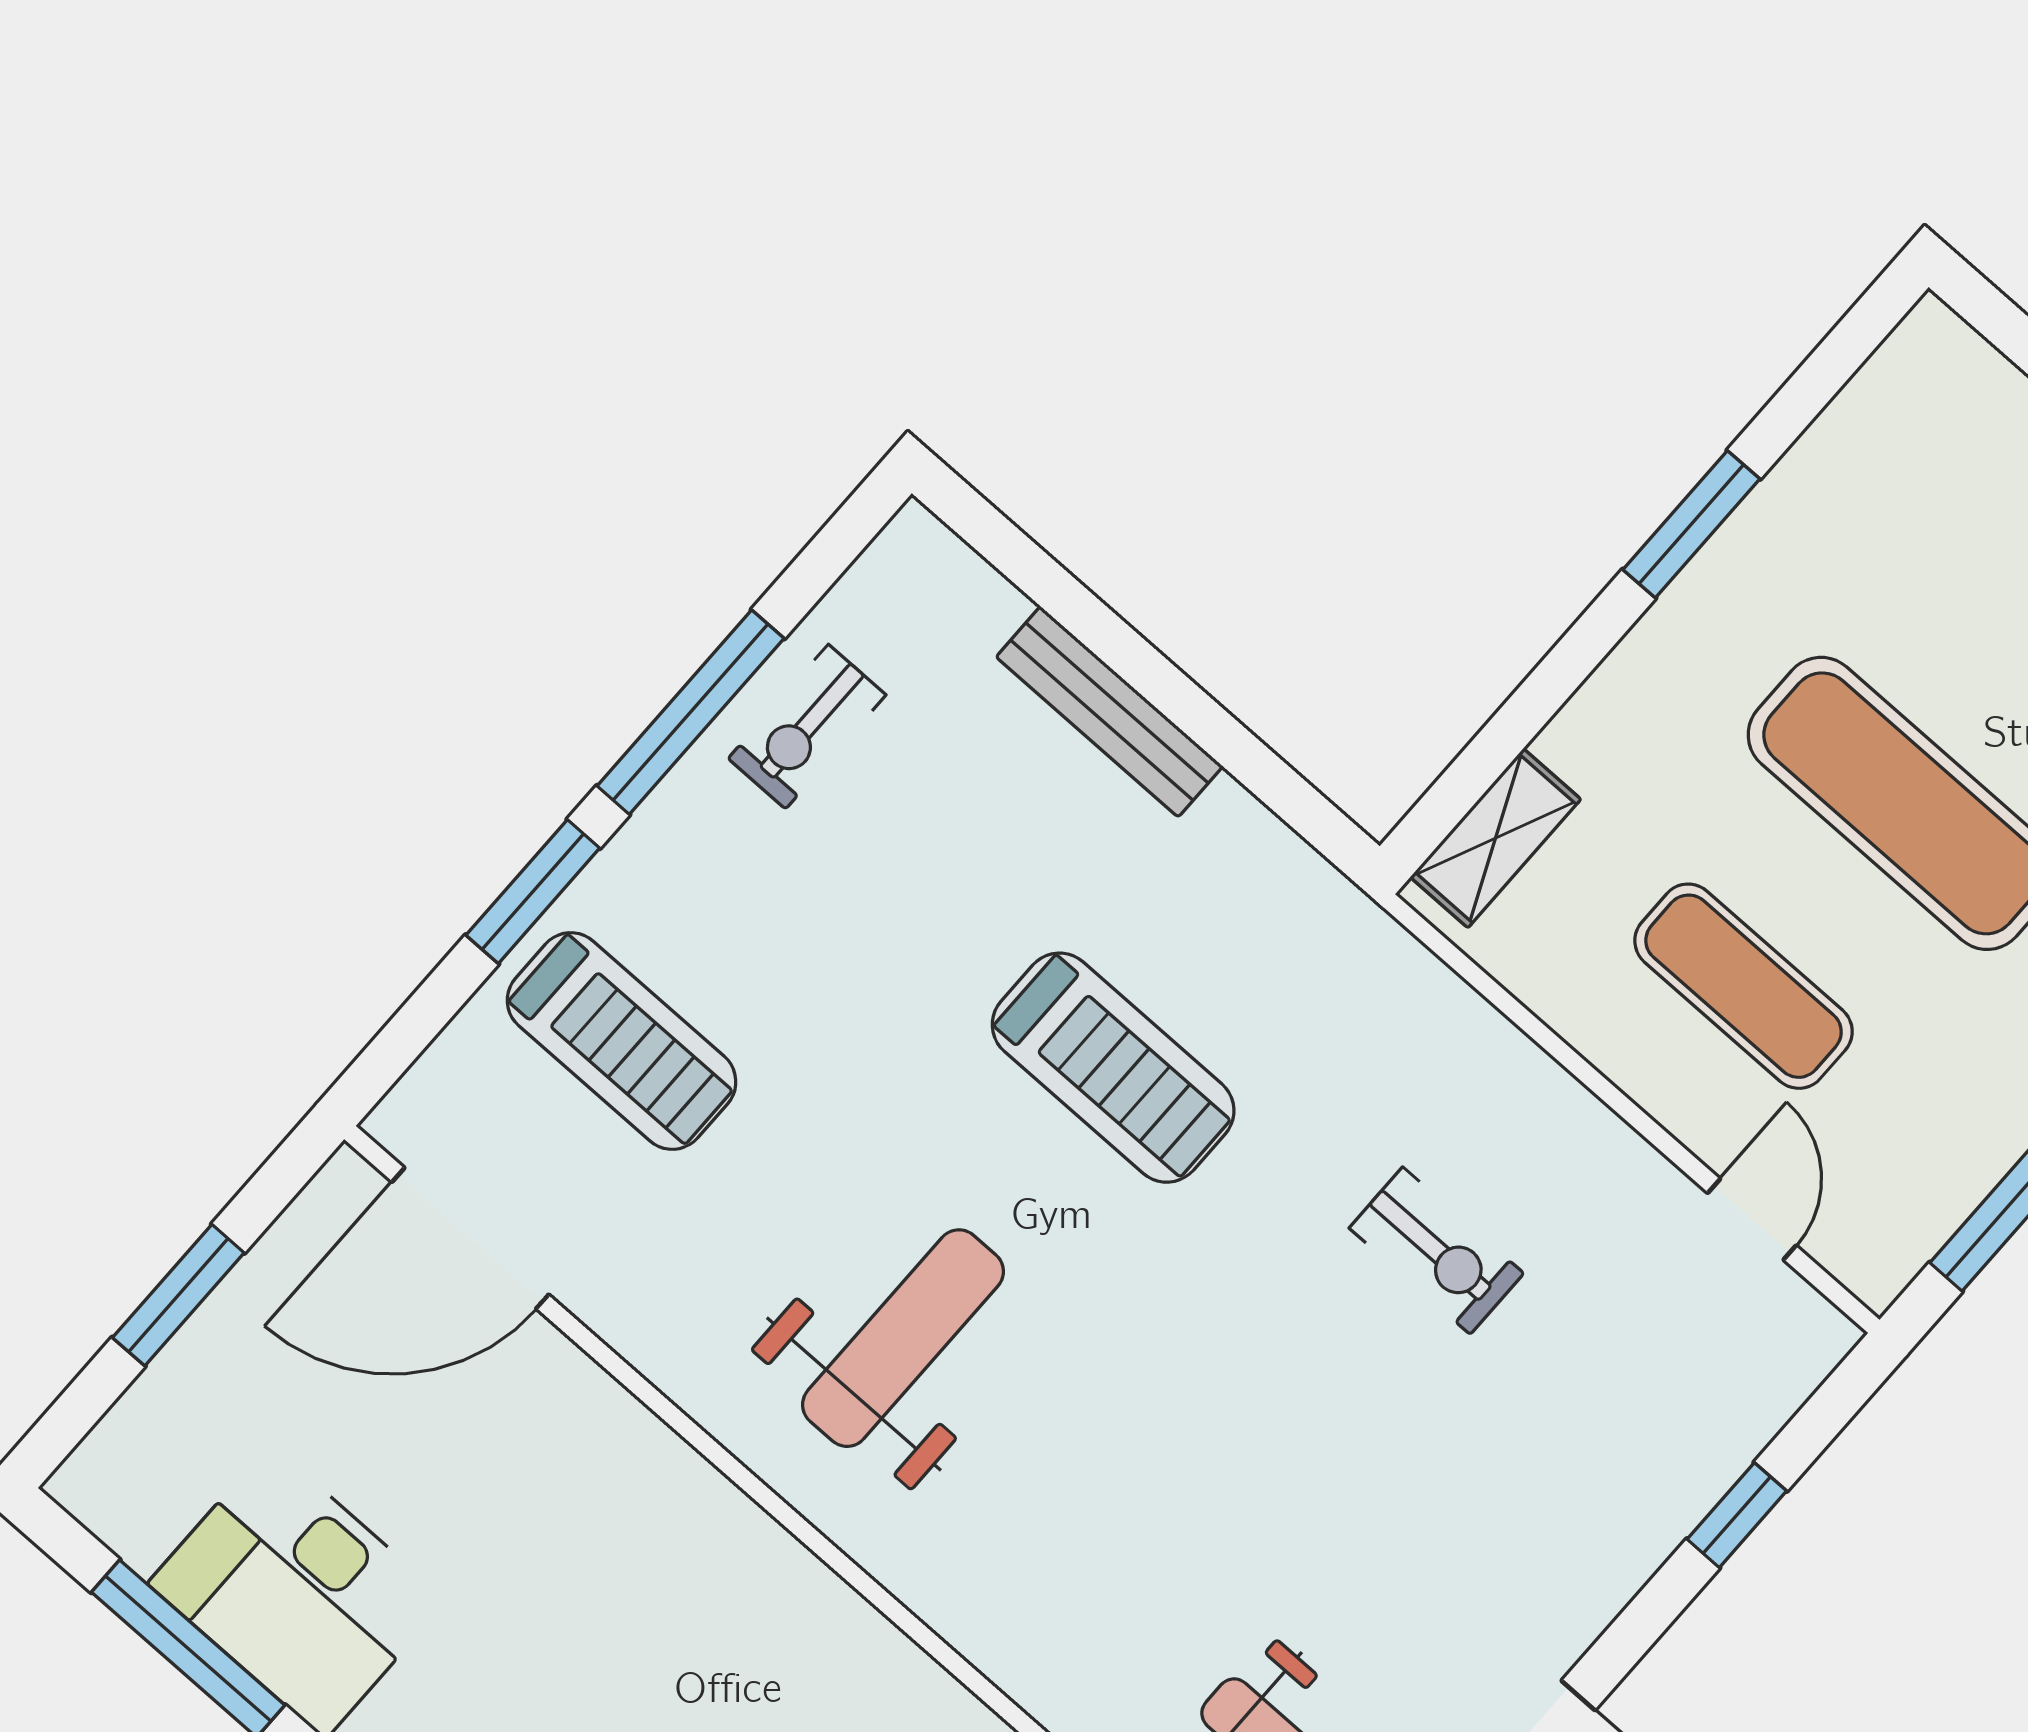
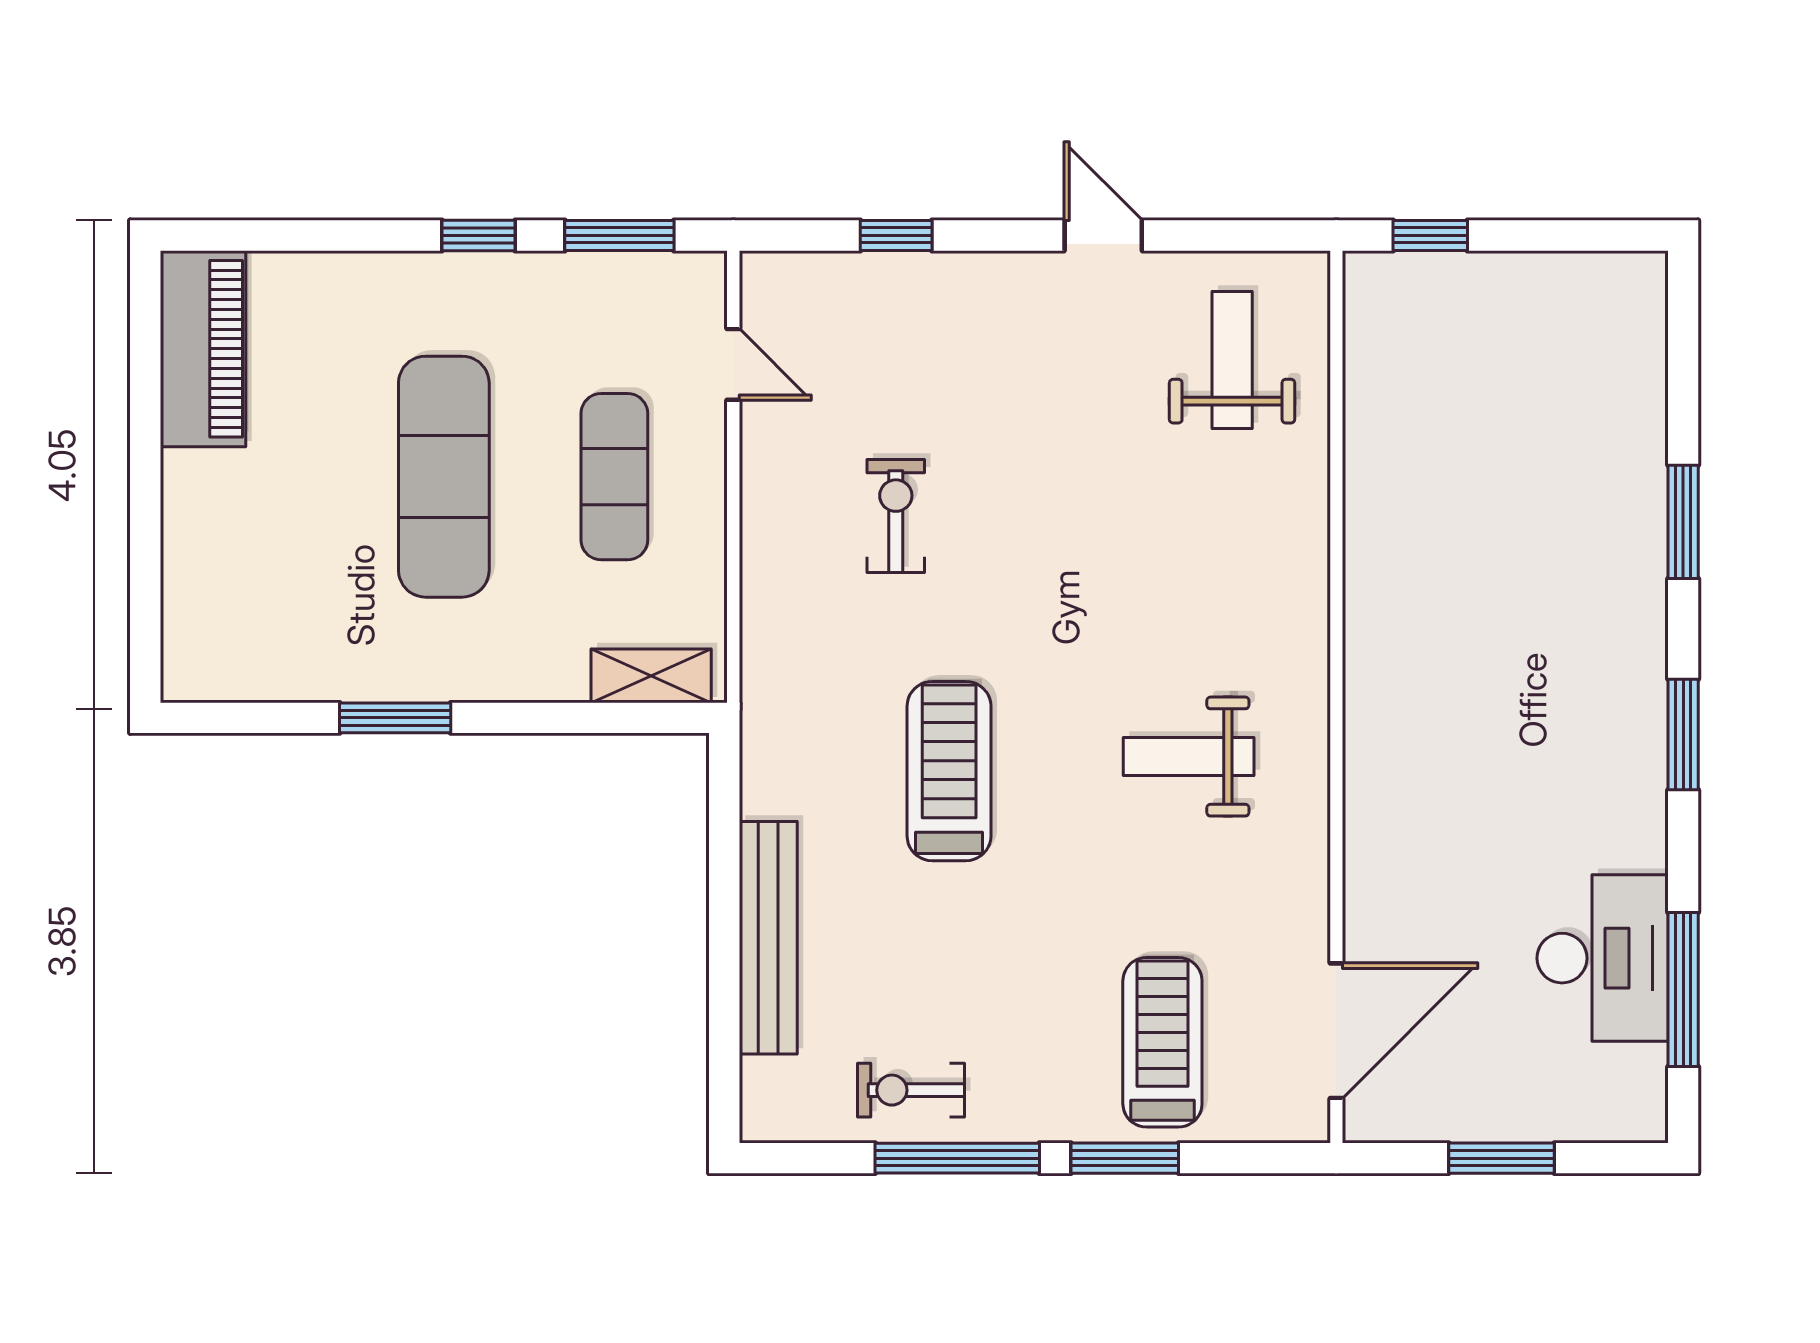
bench: (1110, 712) -> (768, 938), width x1.37, depth x1.21
exercise bike: (807, 727) -> (911, 1090), turned 180
door: (1752, 1219) -> (733, 364), swing flipped
door: (470, 1238) -> (1336, 1031), hinge flipped
weight bench: (903, 1338) -> (1189, 757), width x0.73, depth x0.75

